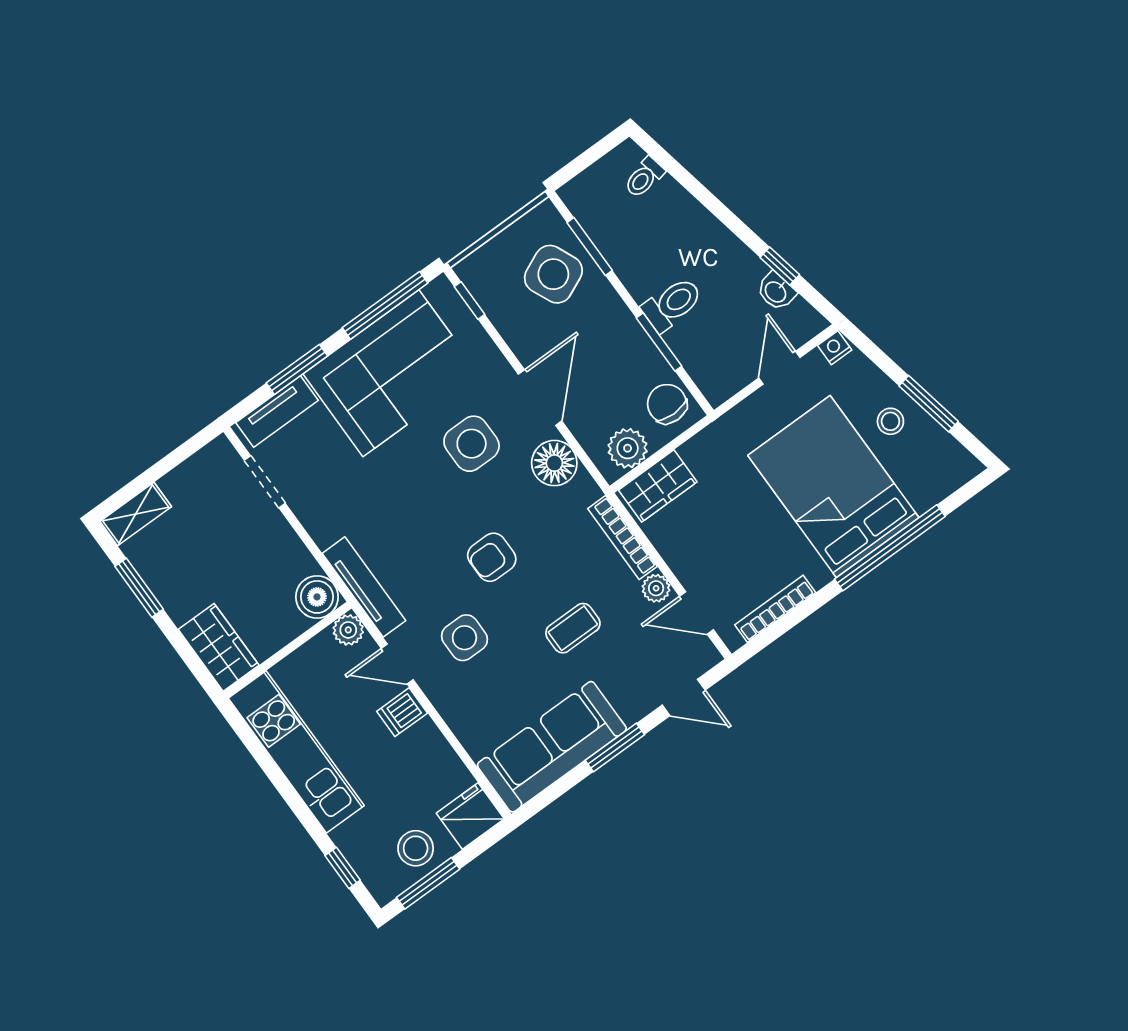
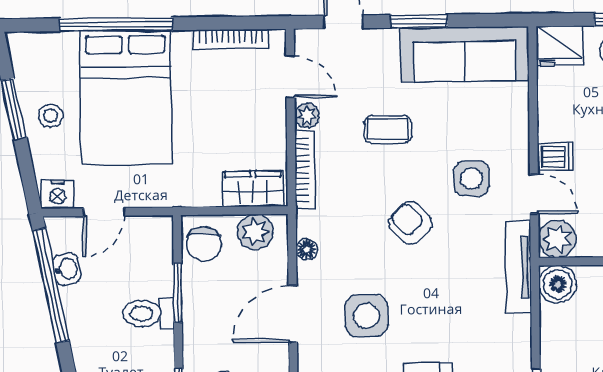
window: (780, 266) -> (51, 286), width x3.17
nightstand: (835, 348) -> (58, 194), width x1.39, depth x1.35
floor lamp: (554, 463) -> (307, 250), width x0.53, depth x0.53
armchair: (492, 557) -> (410, 223), turned -133
plant: (348, 630) -> (557, 239), width x1.38, depth x1.38

